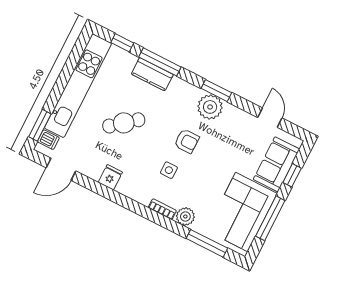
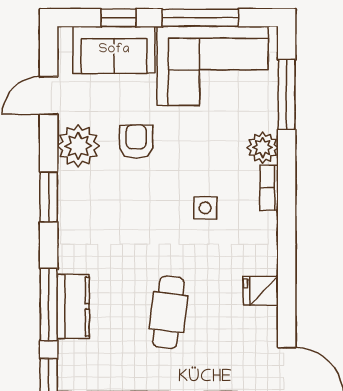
plant: (210, 107) -> (78, 146), moved
cafe table: (124, 123) -> (168, 312), turned 46
armchair: (187, 141) -> (136, 142), moved

